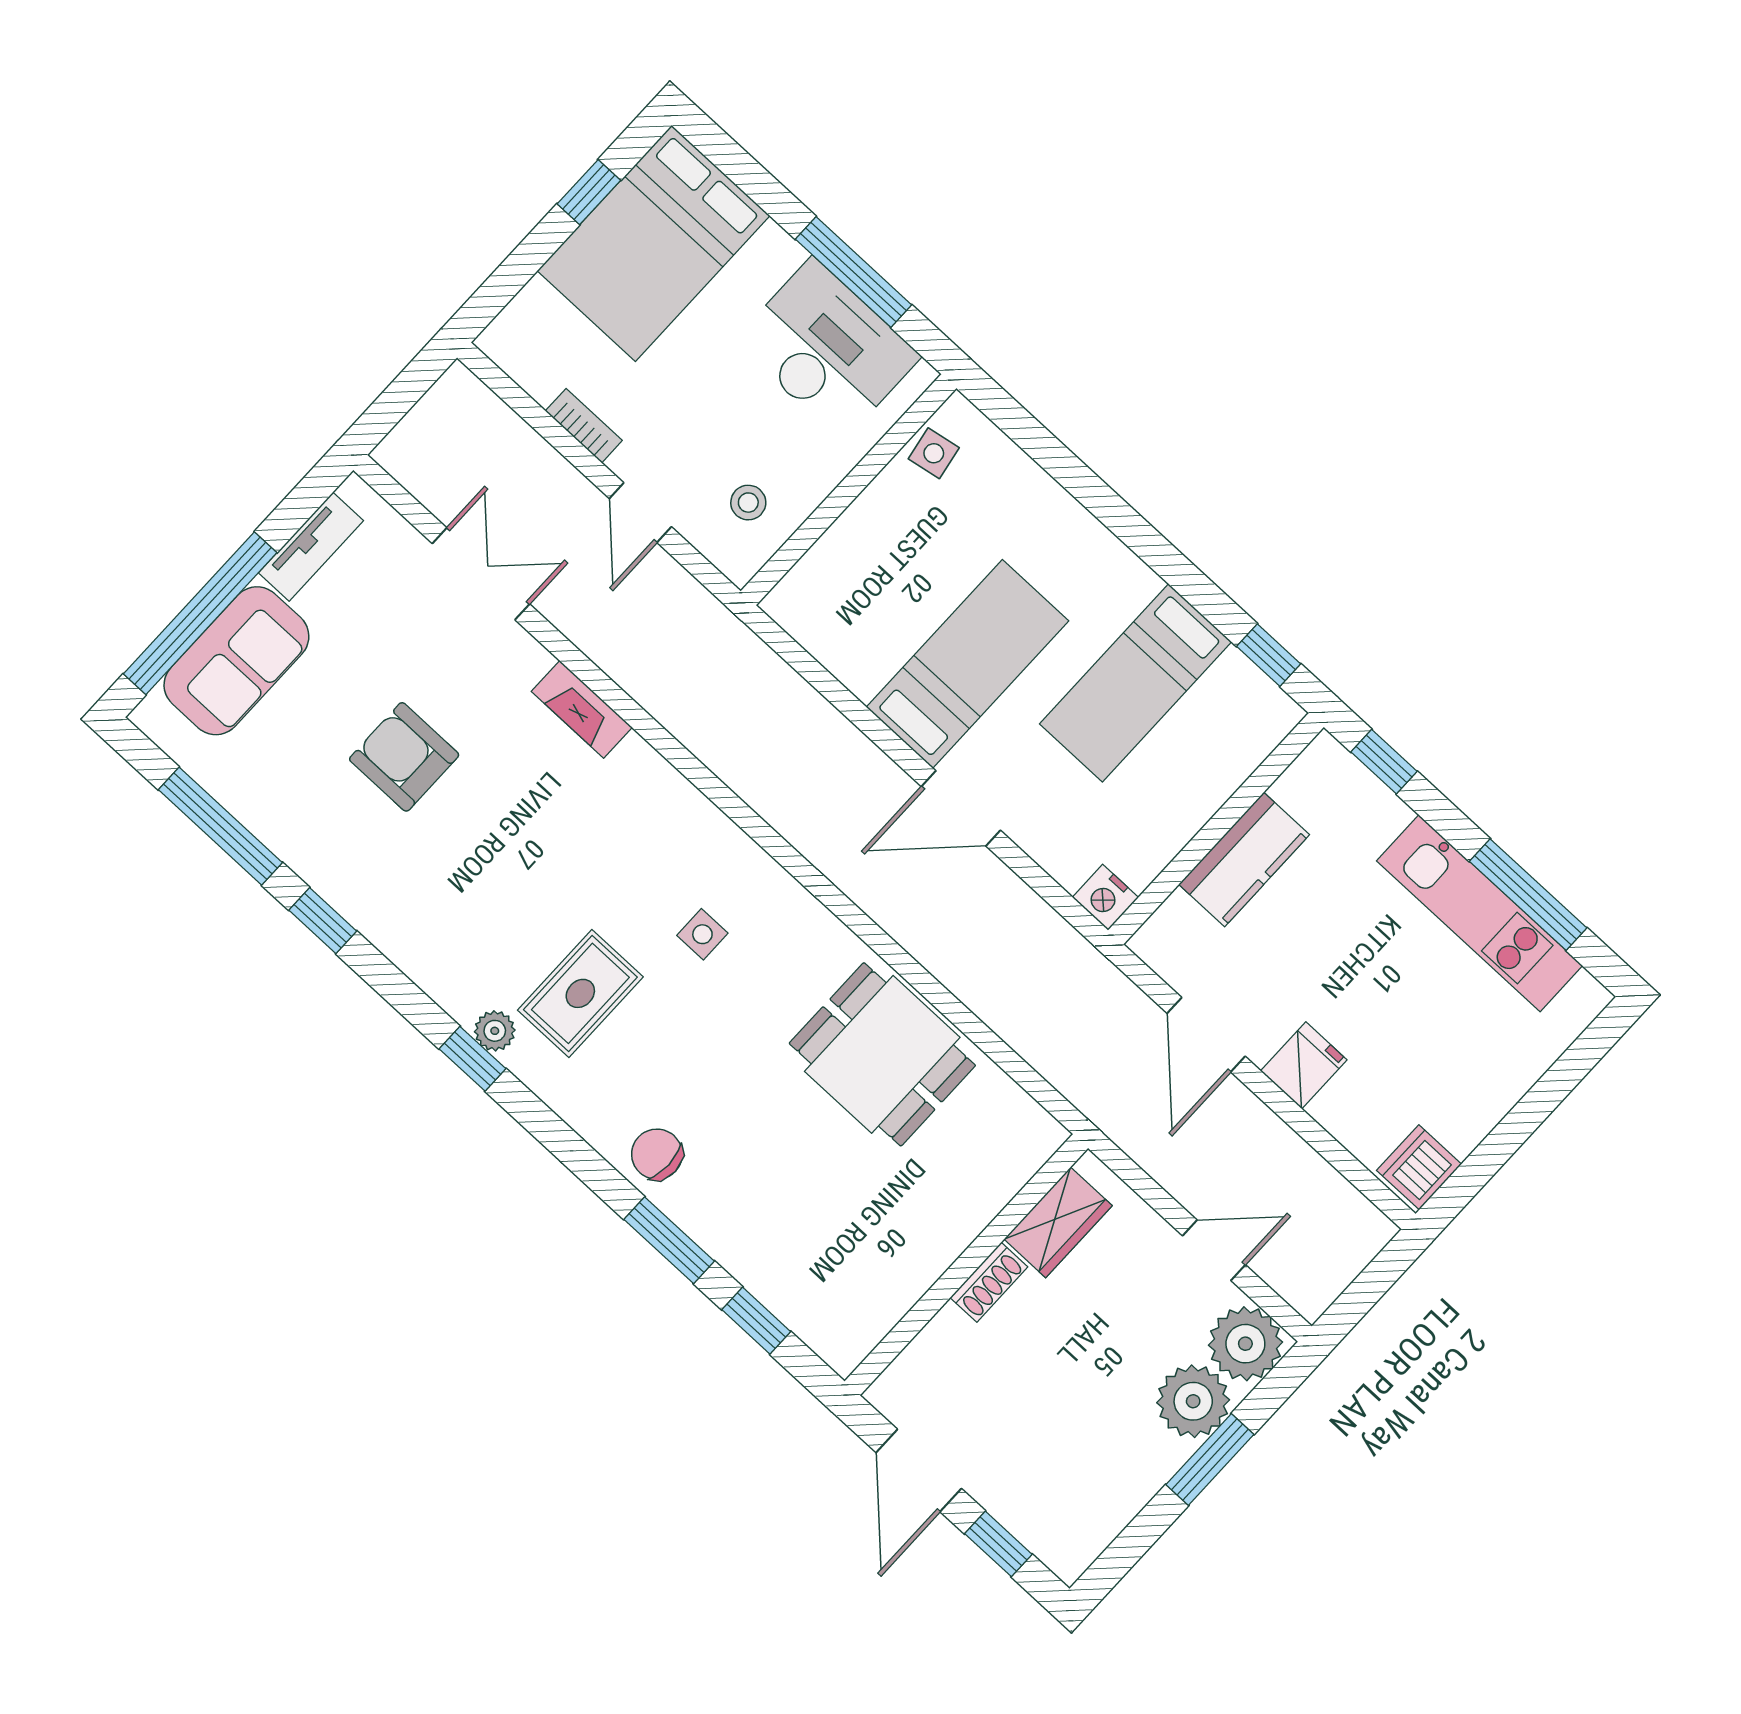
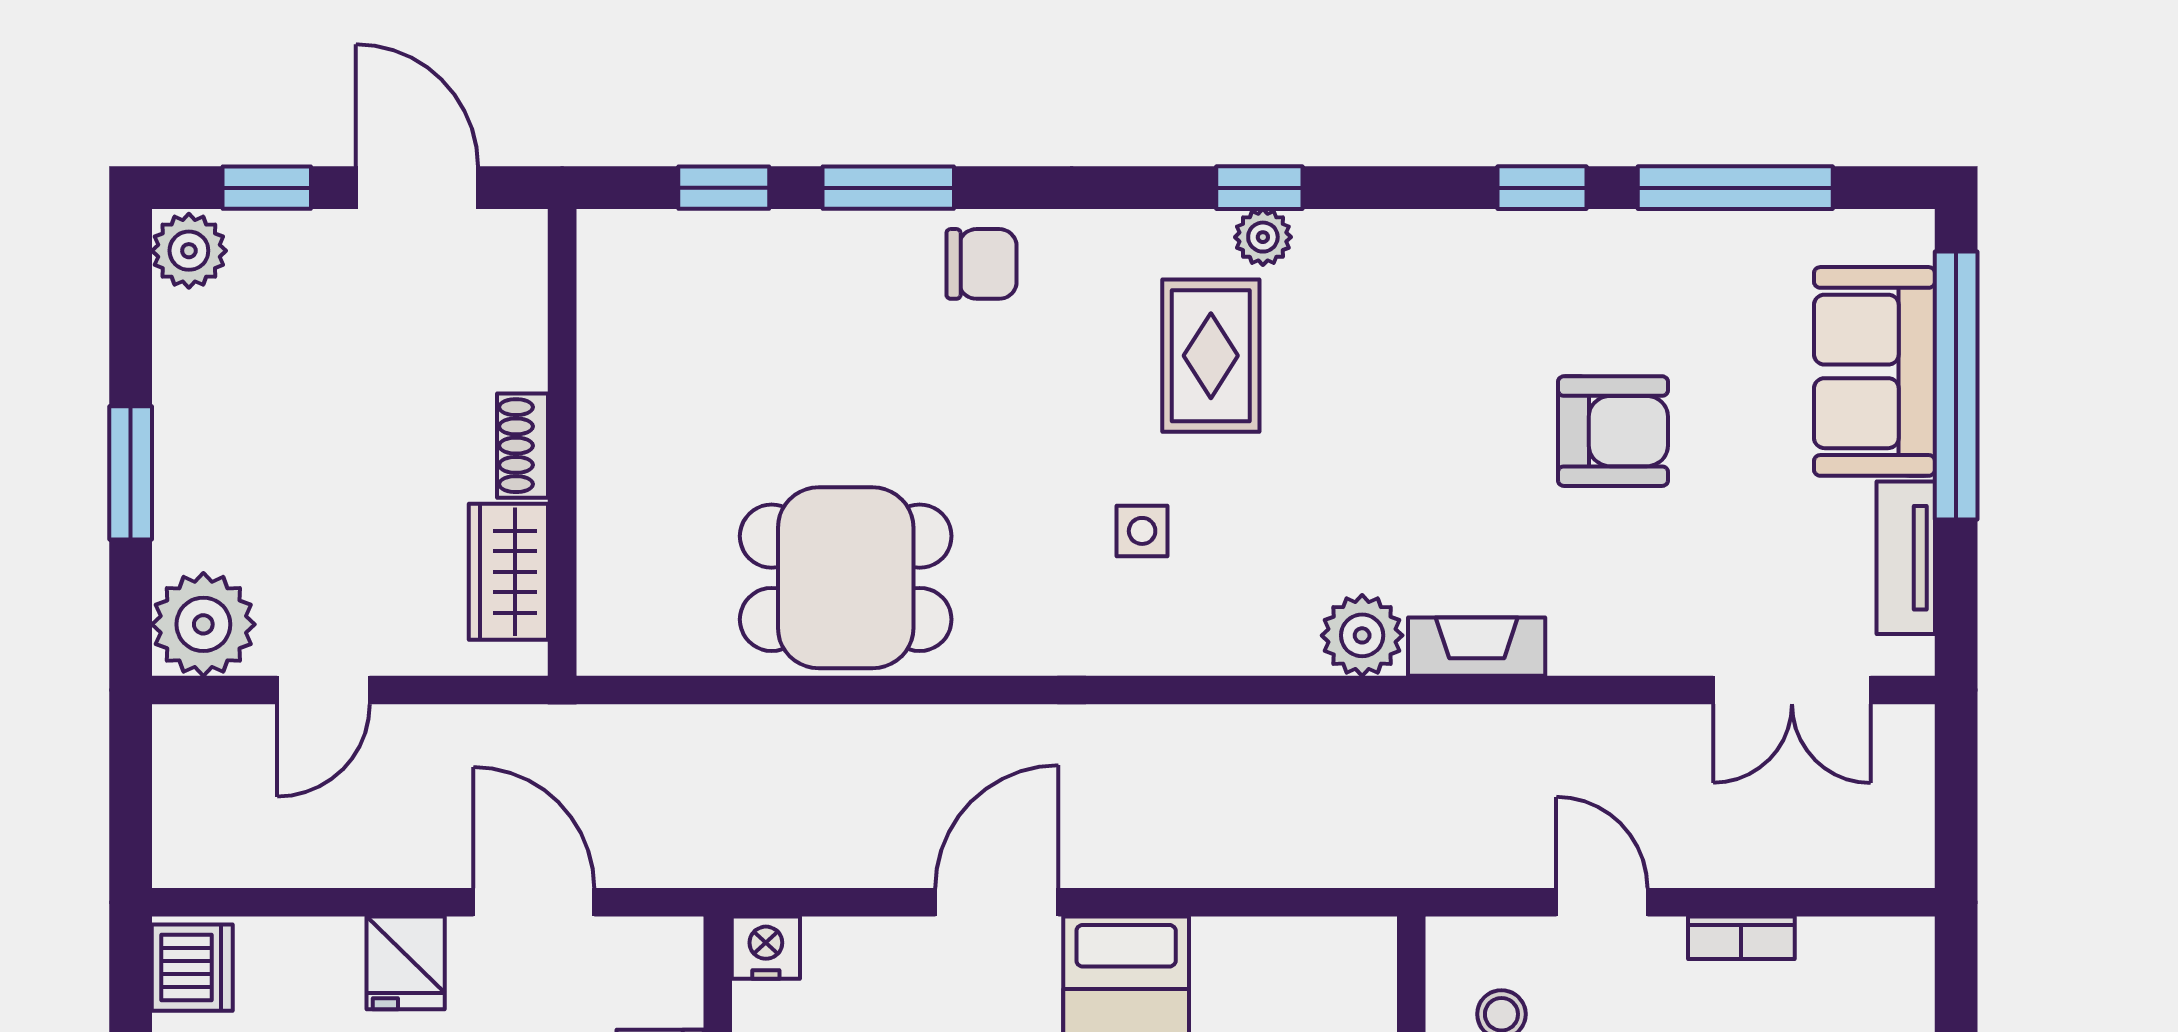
double door: (481, 574) -> (1792, 690), moved
plant: (637, 771) -> (1362, 635), added
plant: (1193, 1401) -> (189, 251), moved, width x0.73, depth x0.73

